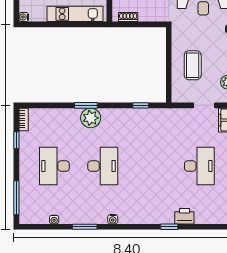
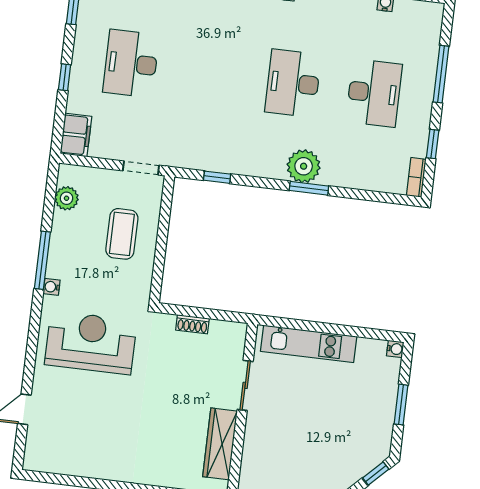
shoe rack: (128, 17) -> (192, 324), moved
doorway: (204, 105) -> (141, 168), moved
window: (16, 198) -> (441, 74), moved

